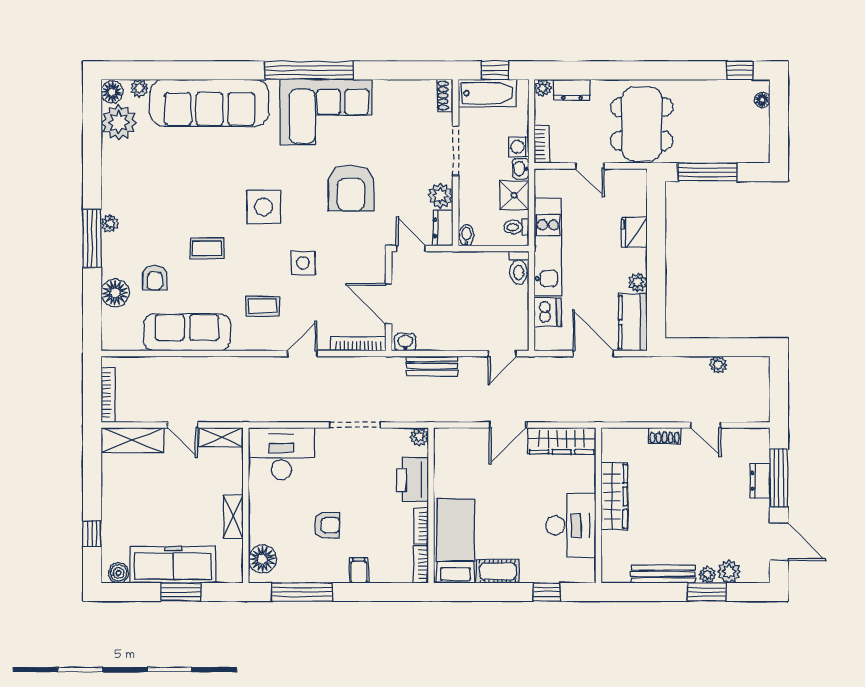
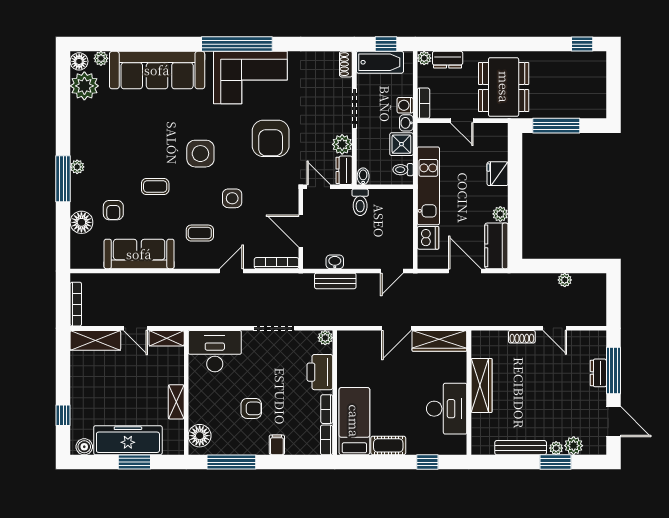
floor lamp: (762, 100) -> (600, 68), removed
toilet: (519, 268) -> (360, 202), moved
washbasin: (405, 342) -> (335, 262), moved

